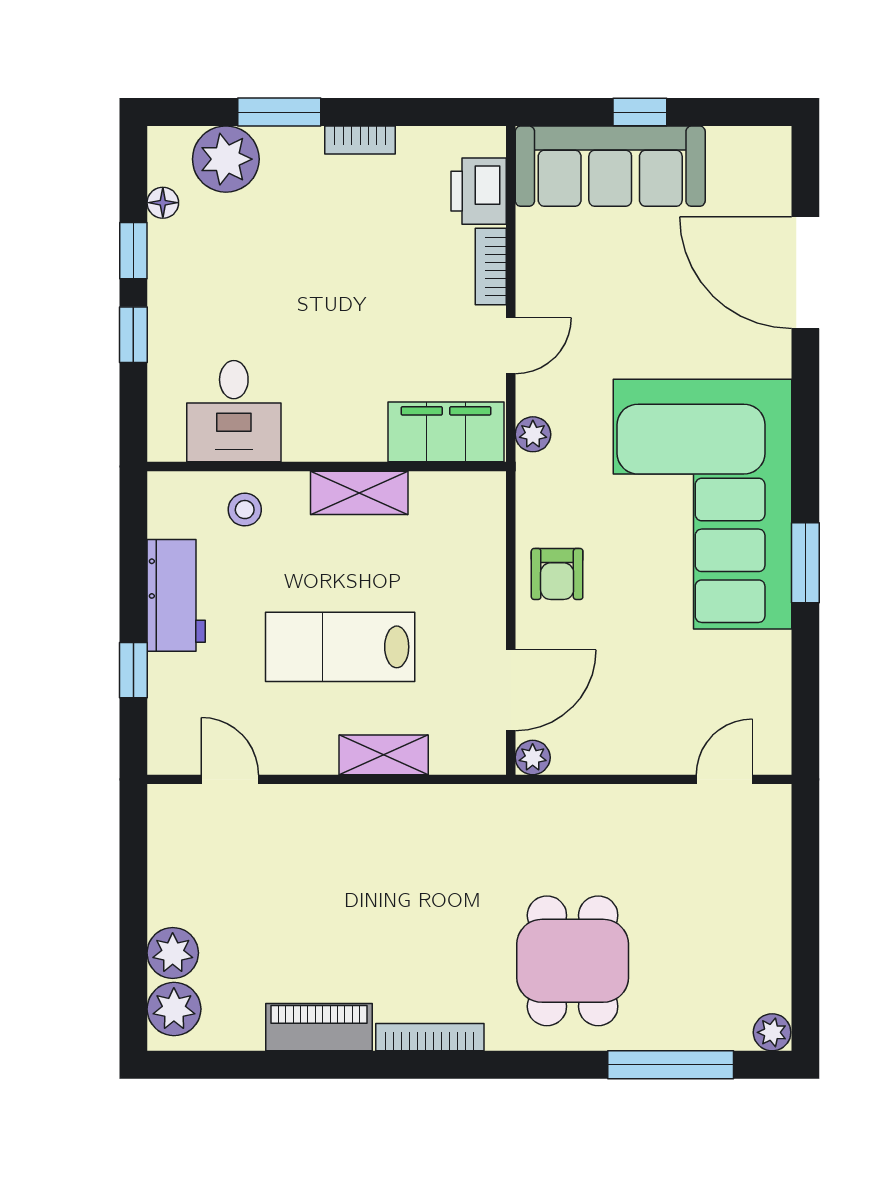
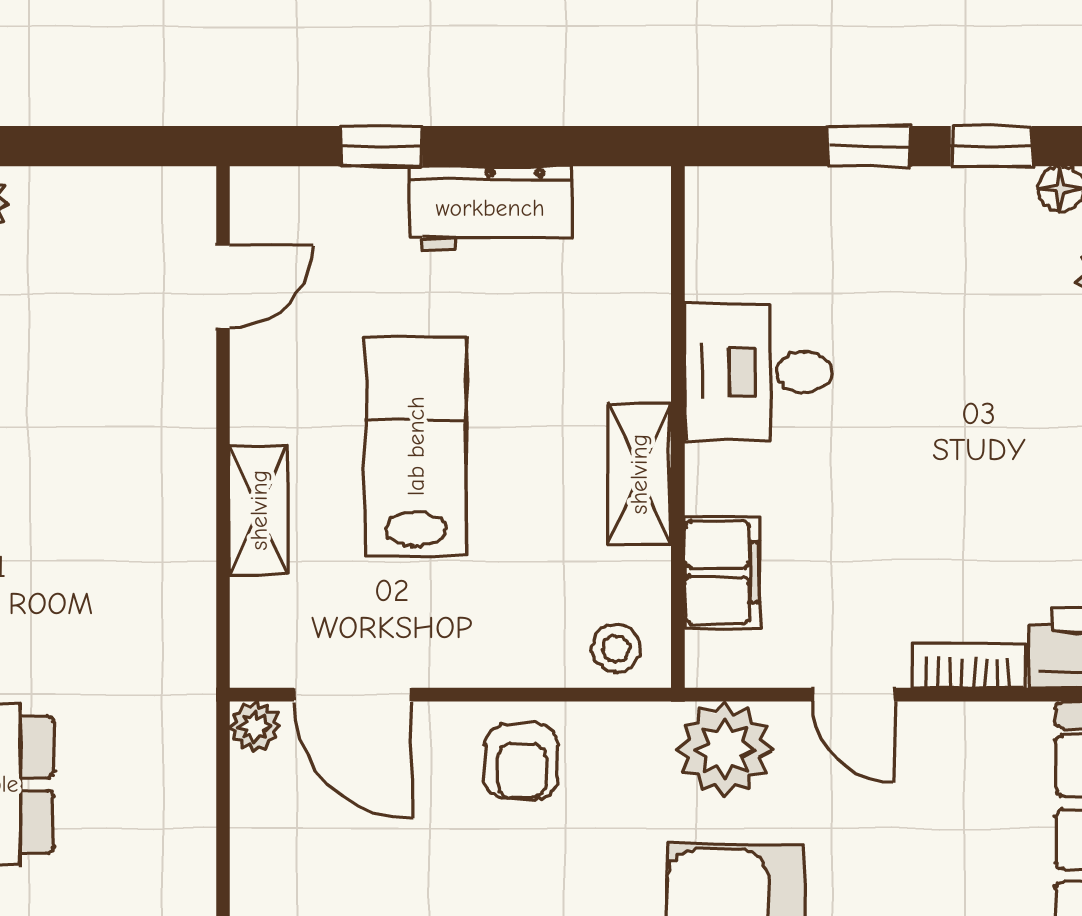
desk: (234, 411) -> (758, 372), moved
filing cabinet: (446, 432) -> (722, 572), width x0.67, depth x0.86
plant: (533, 434) -> (725, 749), width x1.87, depth x1.87
stool: (245, 510) -> (616, 648), moved
armchair: (557, 574) -> (522, 762), turned -90

